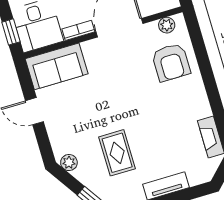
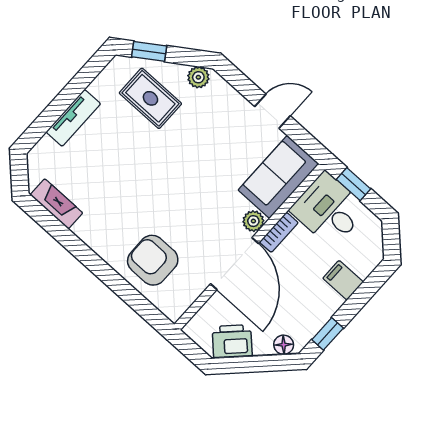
plant: (167, 25) -> (253, 221), moved
rug: (117, 153) -> (150, 98), moved

